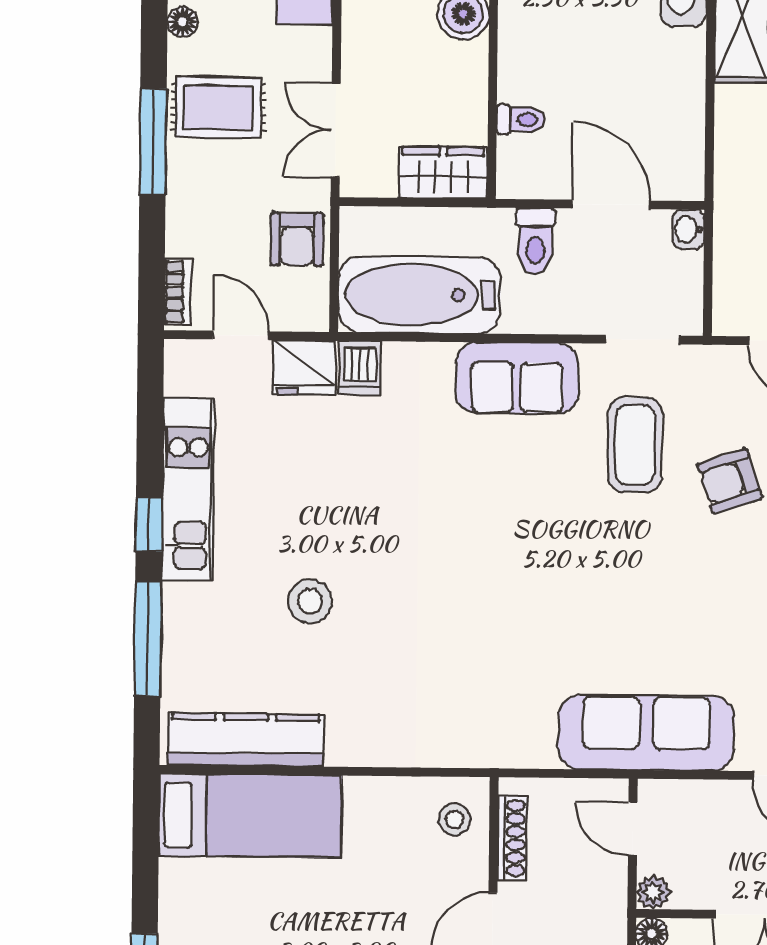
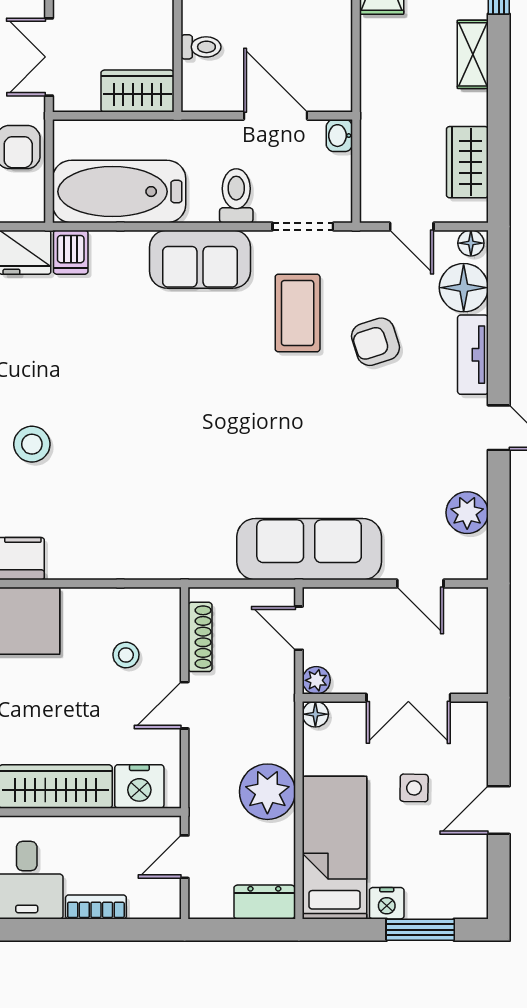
toilet: (535, 241) -> (236, 196), moved, turned 180
stool: (455, 820) -> (126, 655), moved

